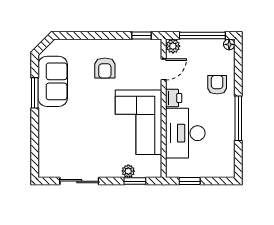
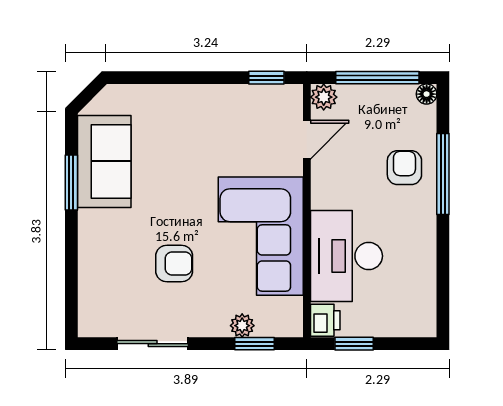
armchair: (105, 68) -> (174, 264), moved, turned -90
printer: (174, 98) -> (325, 320), moved
window: (238, 118) -> (443, 174), moved

